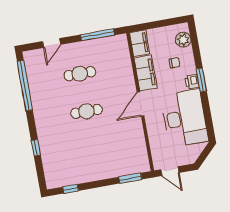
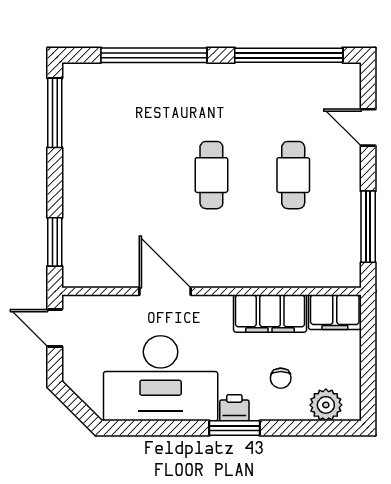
door: (140, 104) -> (165, 291), moved
window: (36, 148) -> (154, 55), width x3.17
door: (170, 171) -> (55, 328), hinge flipped
window: (71, 189) -> (55, 113), width x2.17

